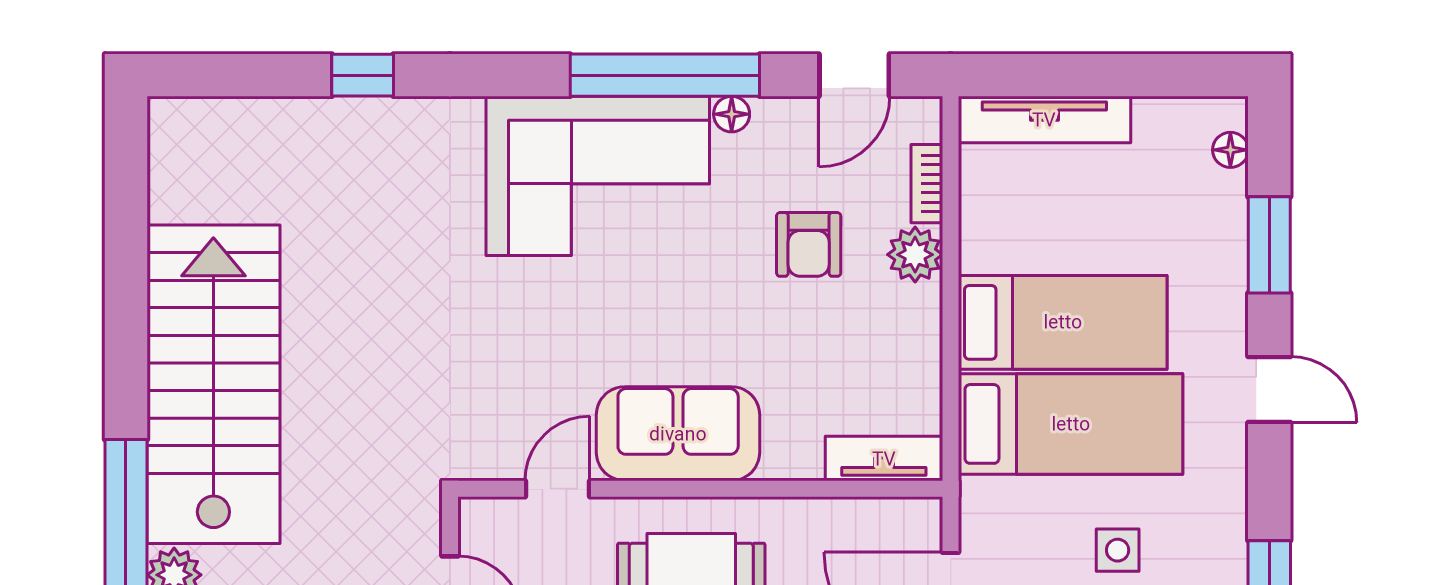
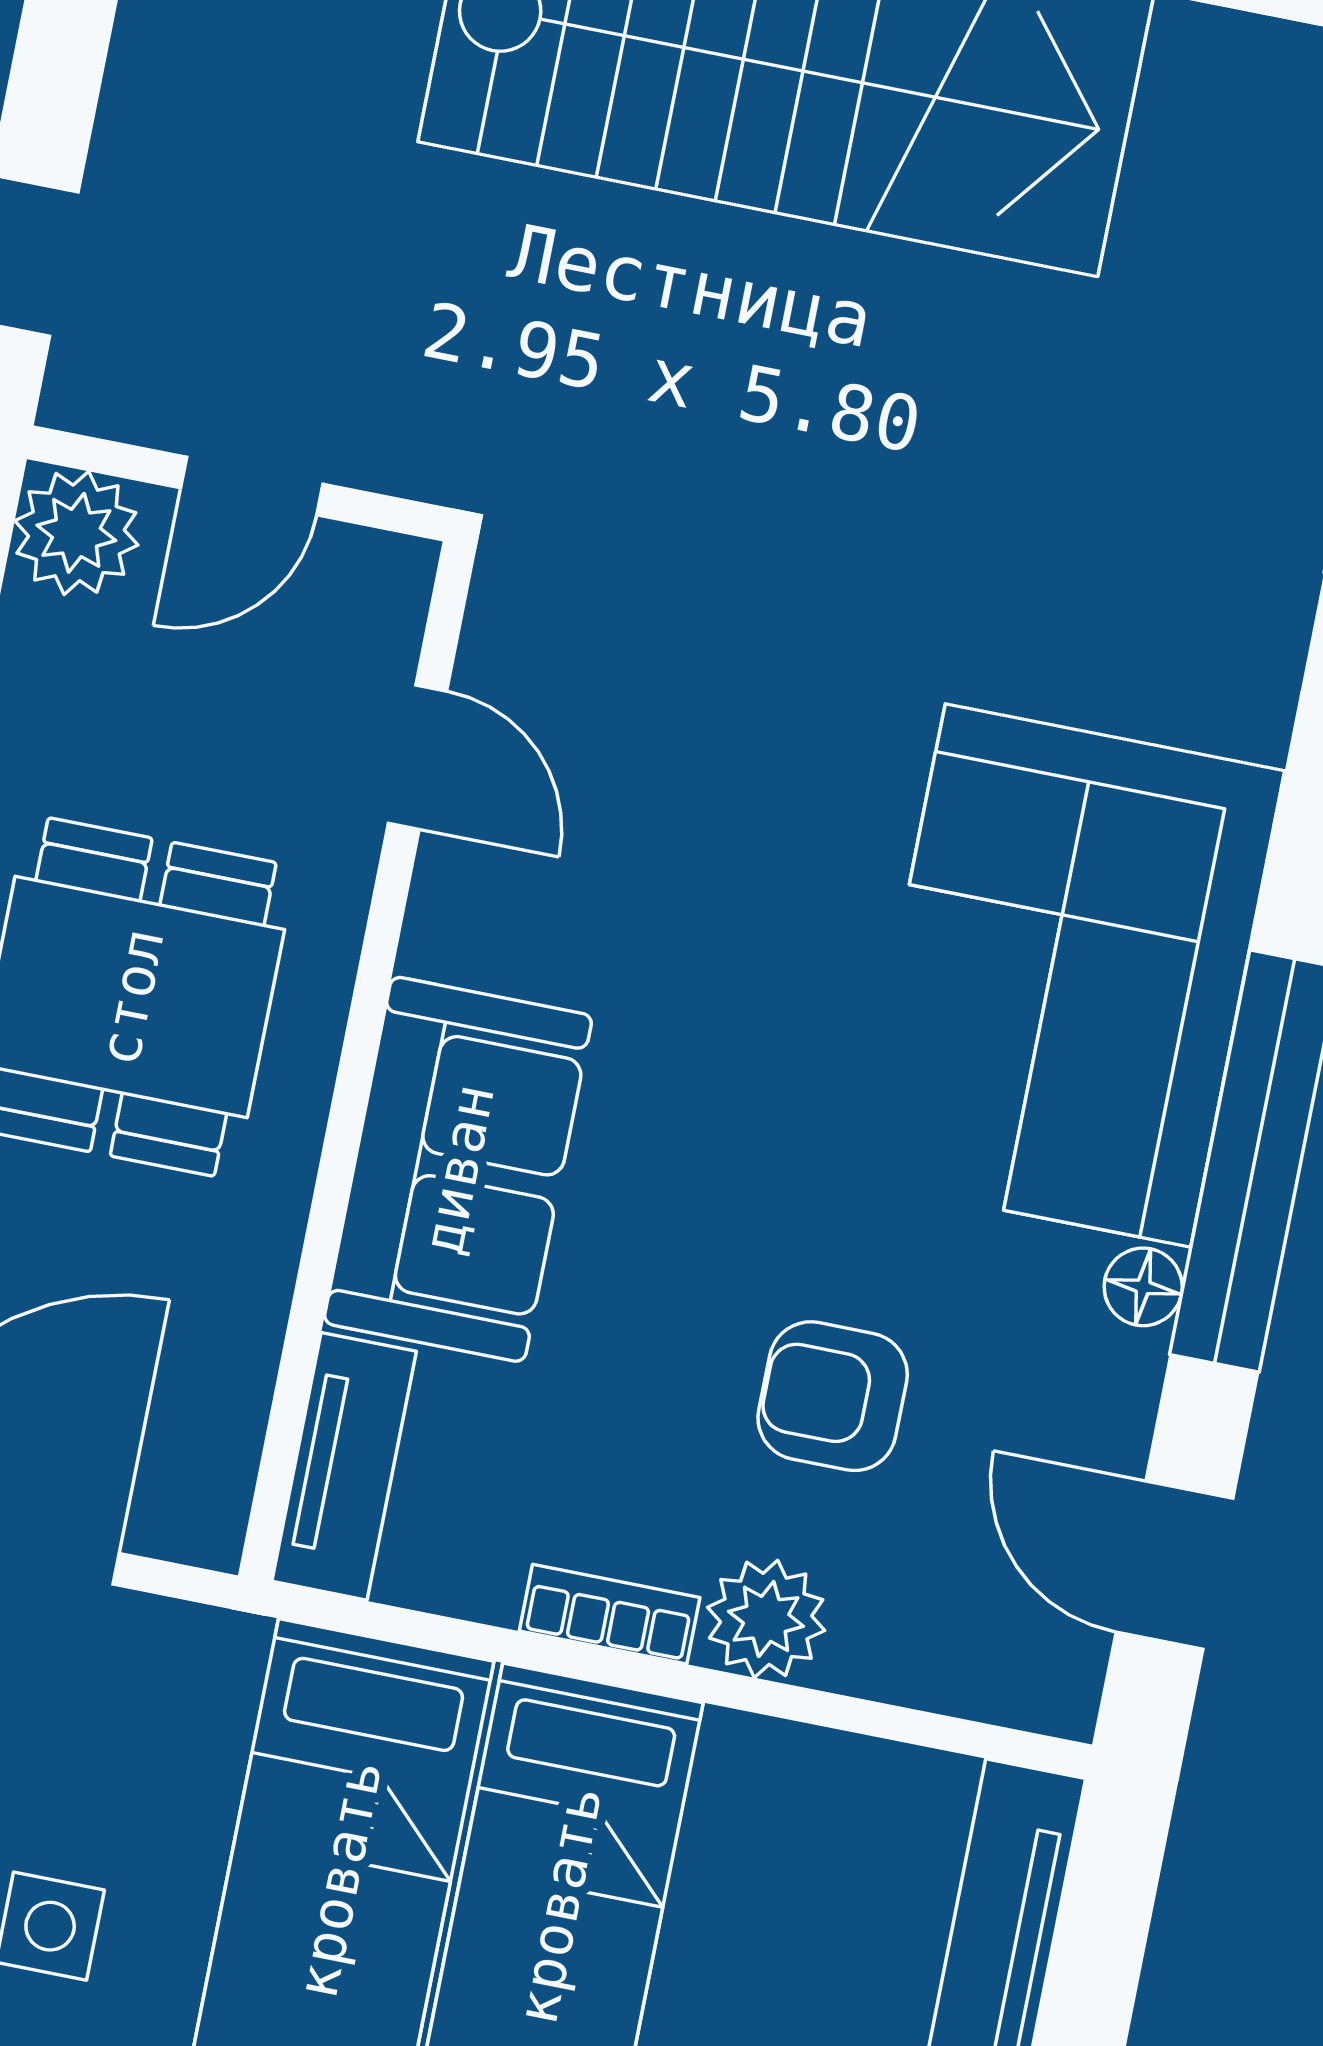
bookcase: (927, 184) -> (610, 1614), moved
sofa: (678, 434) -> (458, 1169), moved

